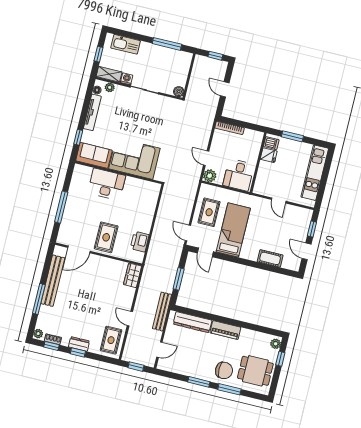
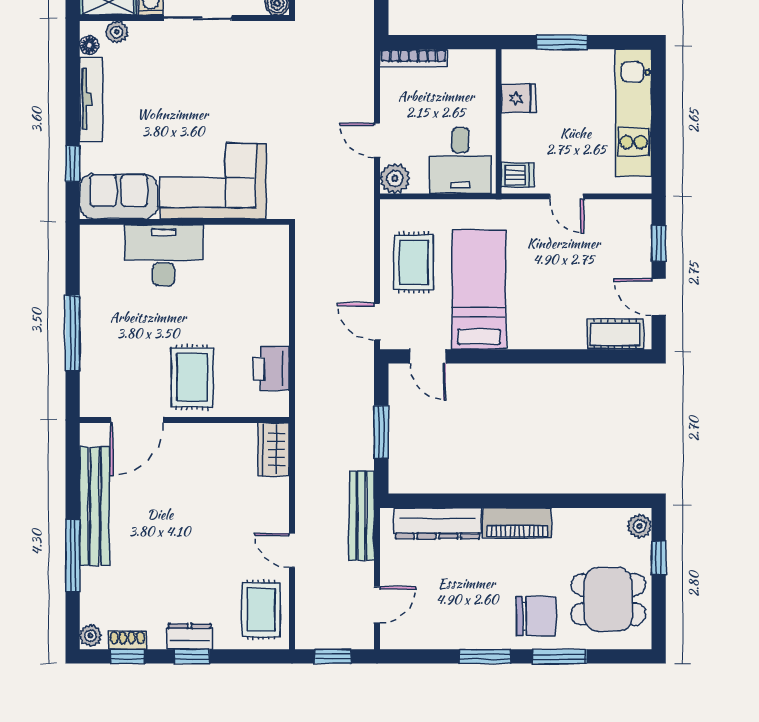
dishwasher: (271, 143) -> (518, 175), moved
cot: (270, 258) -> (615, 334), moved

